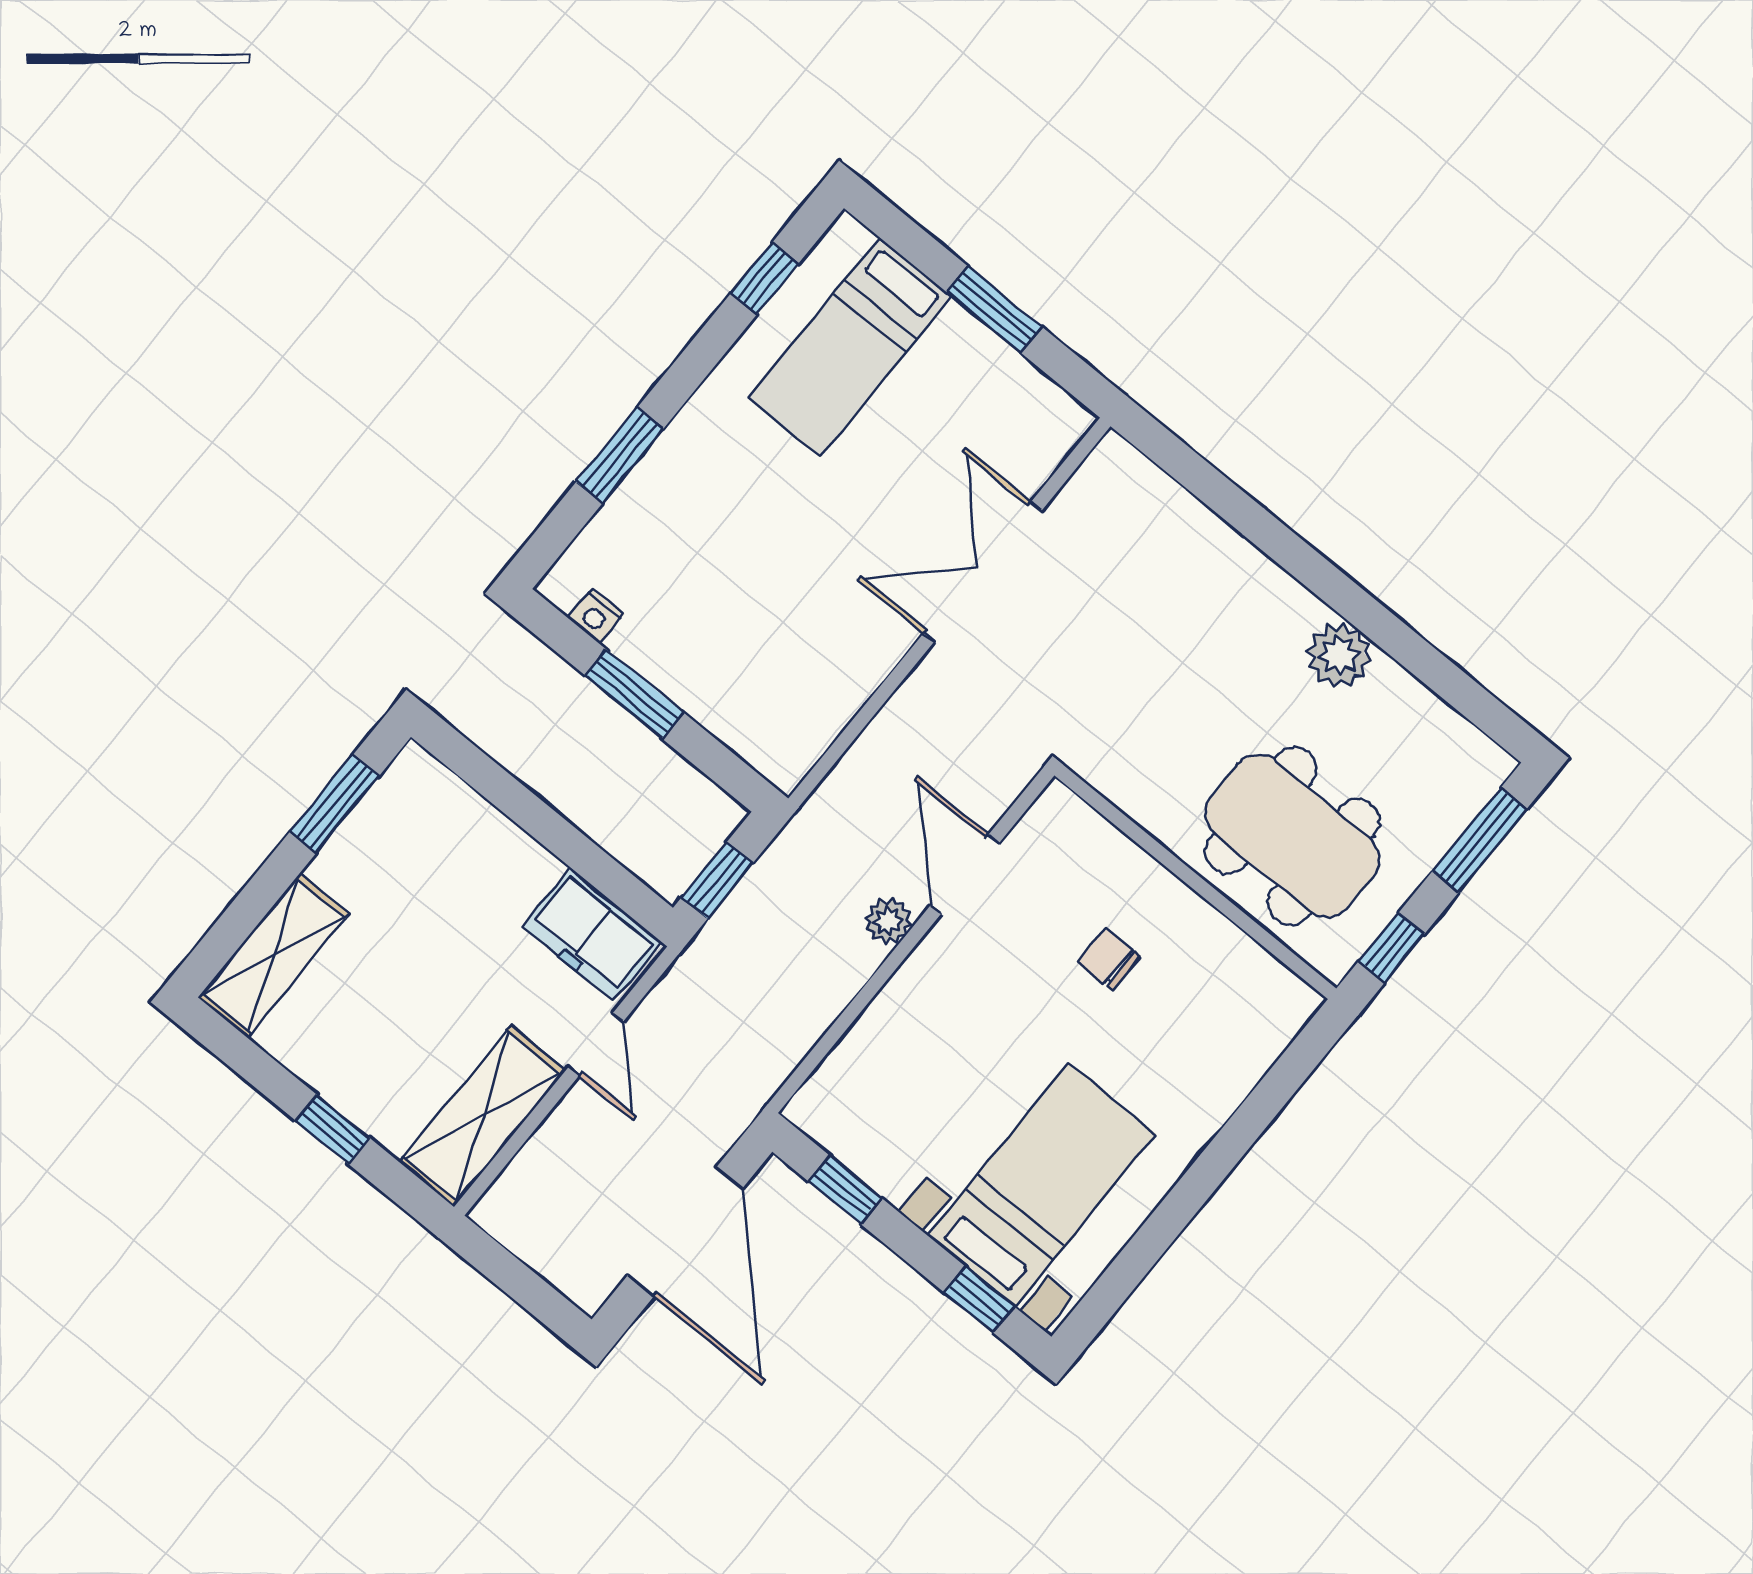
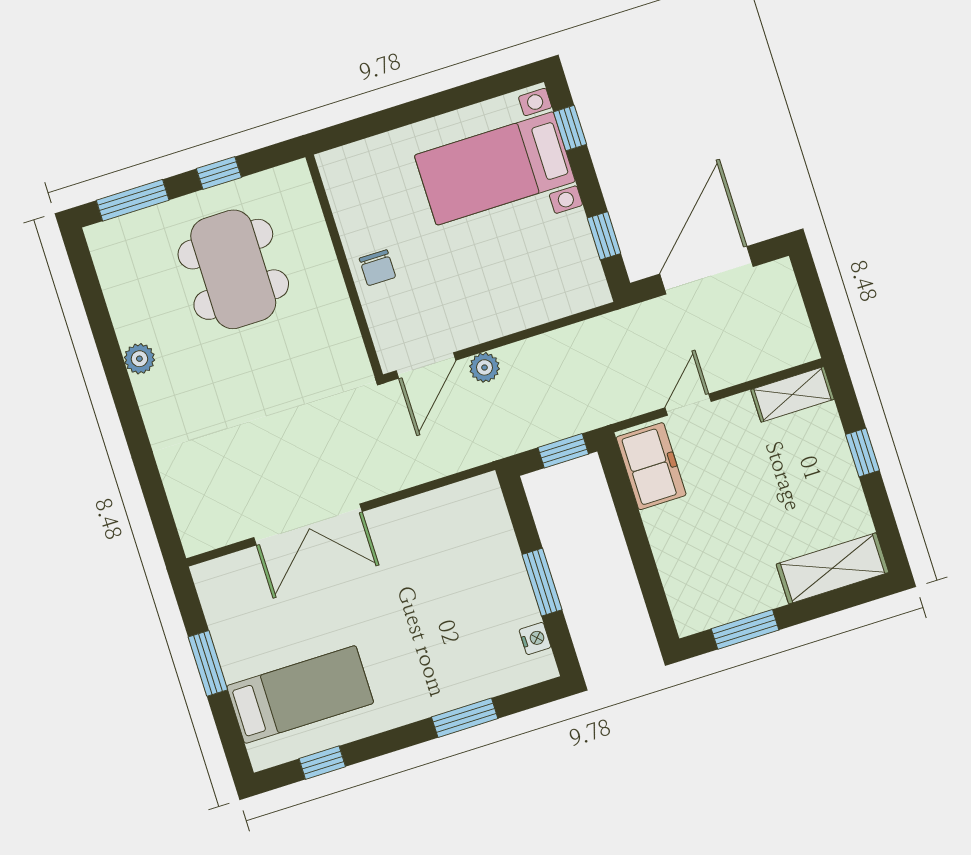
plant: (1339, 655) -> (139, 359), width x0.73, depth x0.73
wall: (1195, 882) -> (344, 266), moved
shelving: (483, 1116) -> (792, 394), width x0.67, depth x0.75

